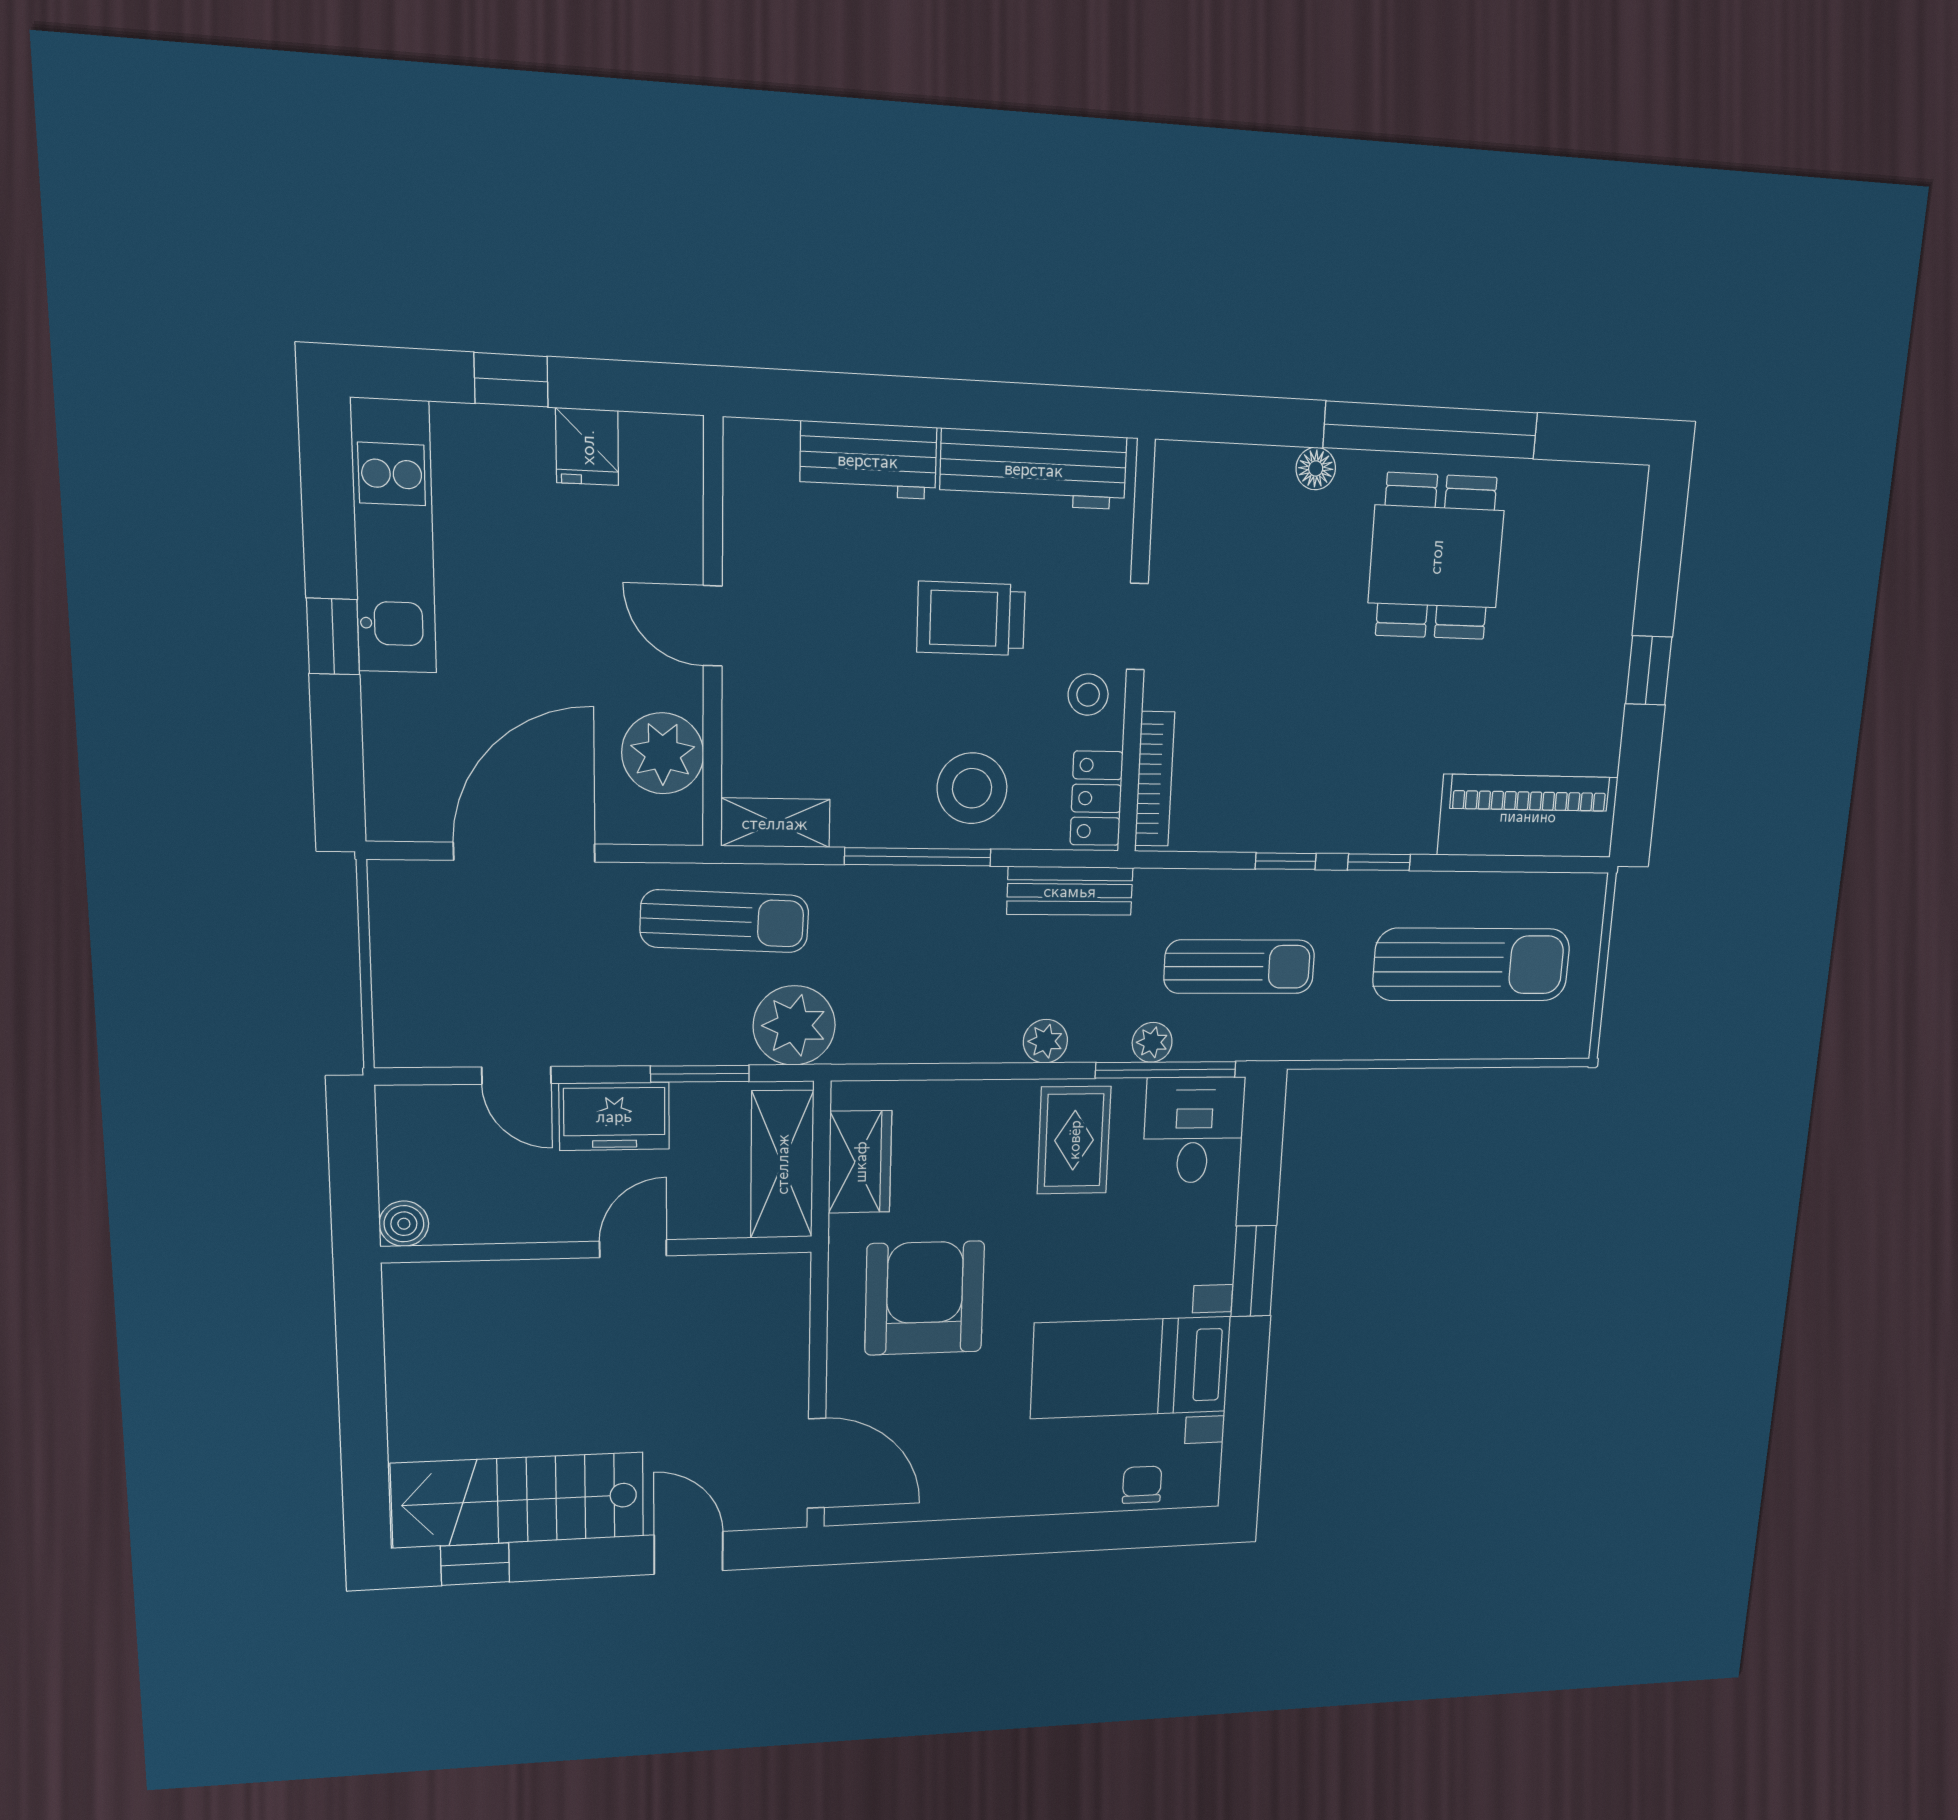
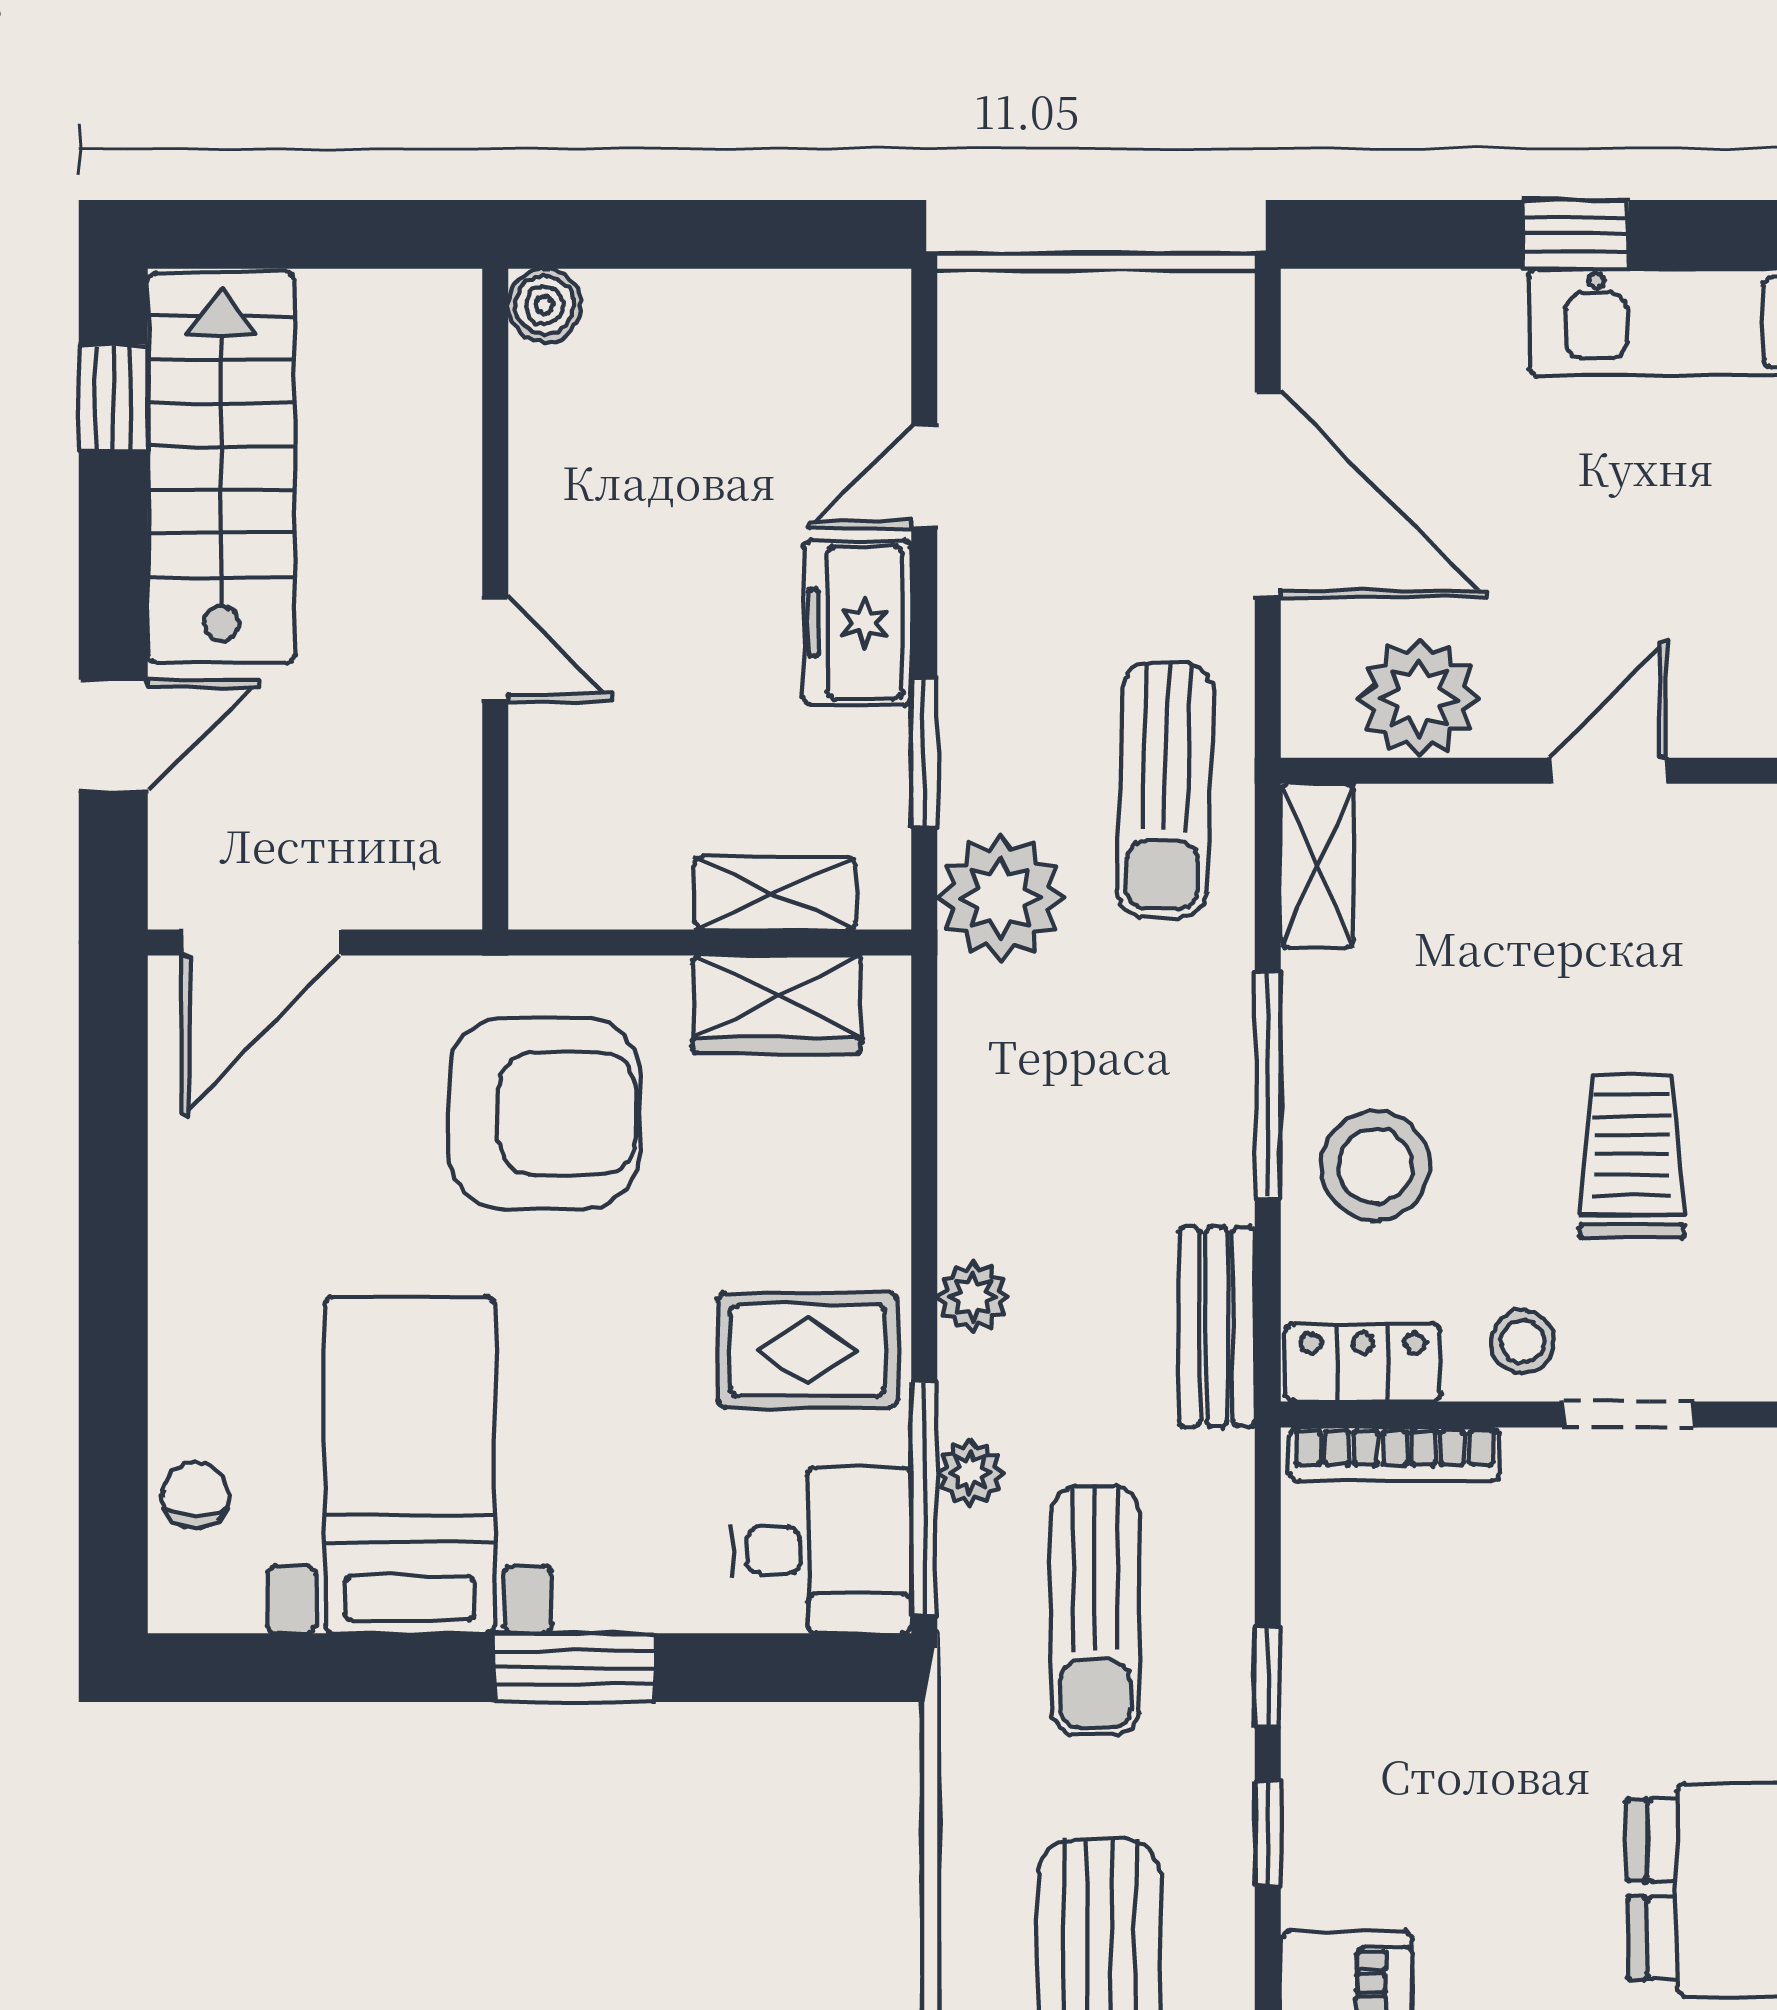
shelving: (782, 1164) -> (775, 893), width x0.67, depth x0.75
boiler: (404, 1224) -> (545, 305), moved
wall: (600, 1249) -> (495, 599), moved
door: (633, 1249) -> (495, 650), moved
chair: (1142, 1485) -> (195, 1495), turned -90

